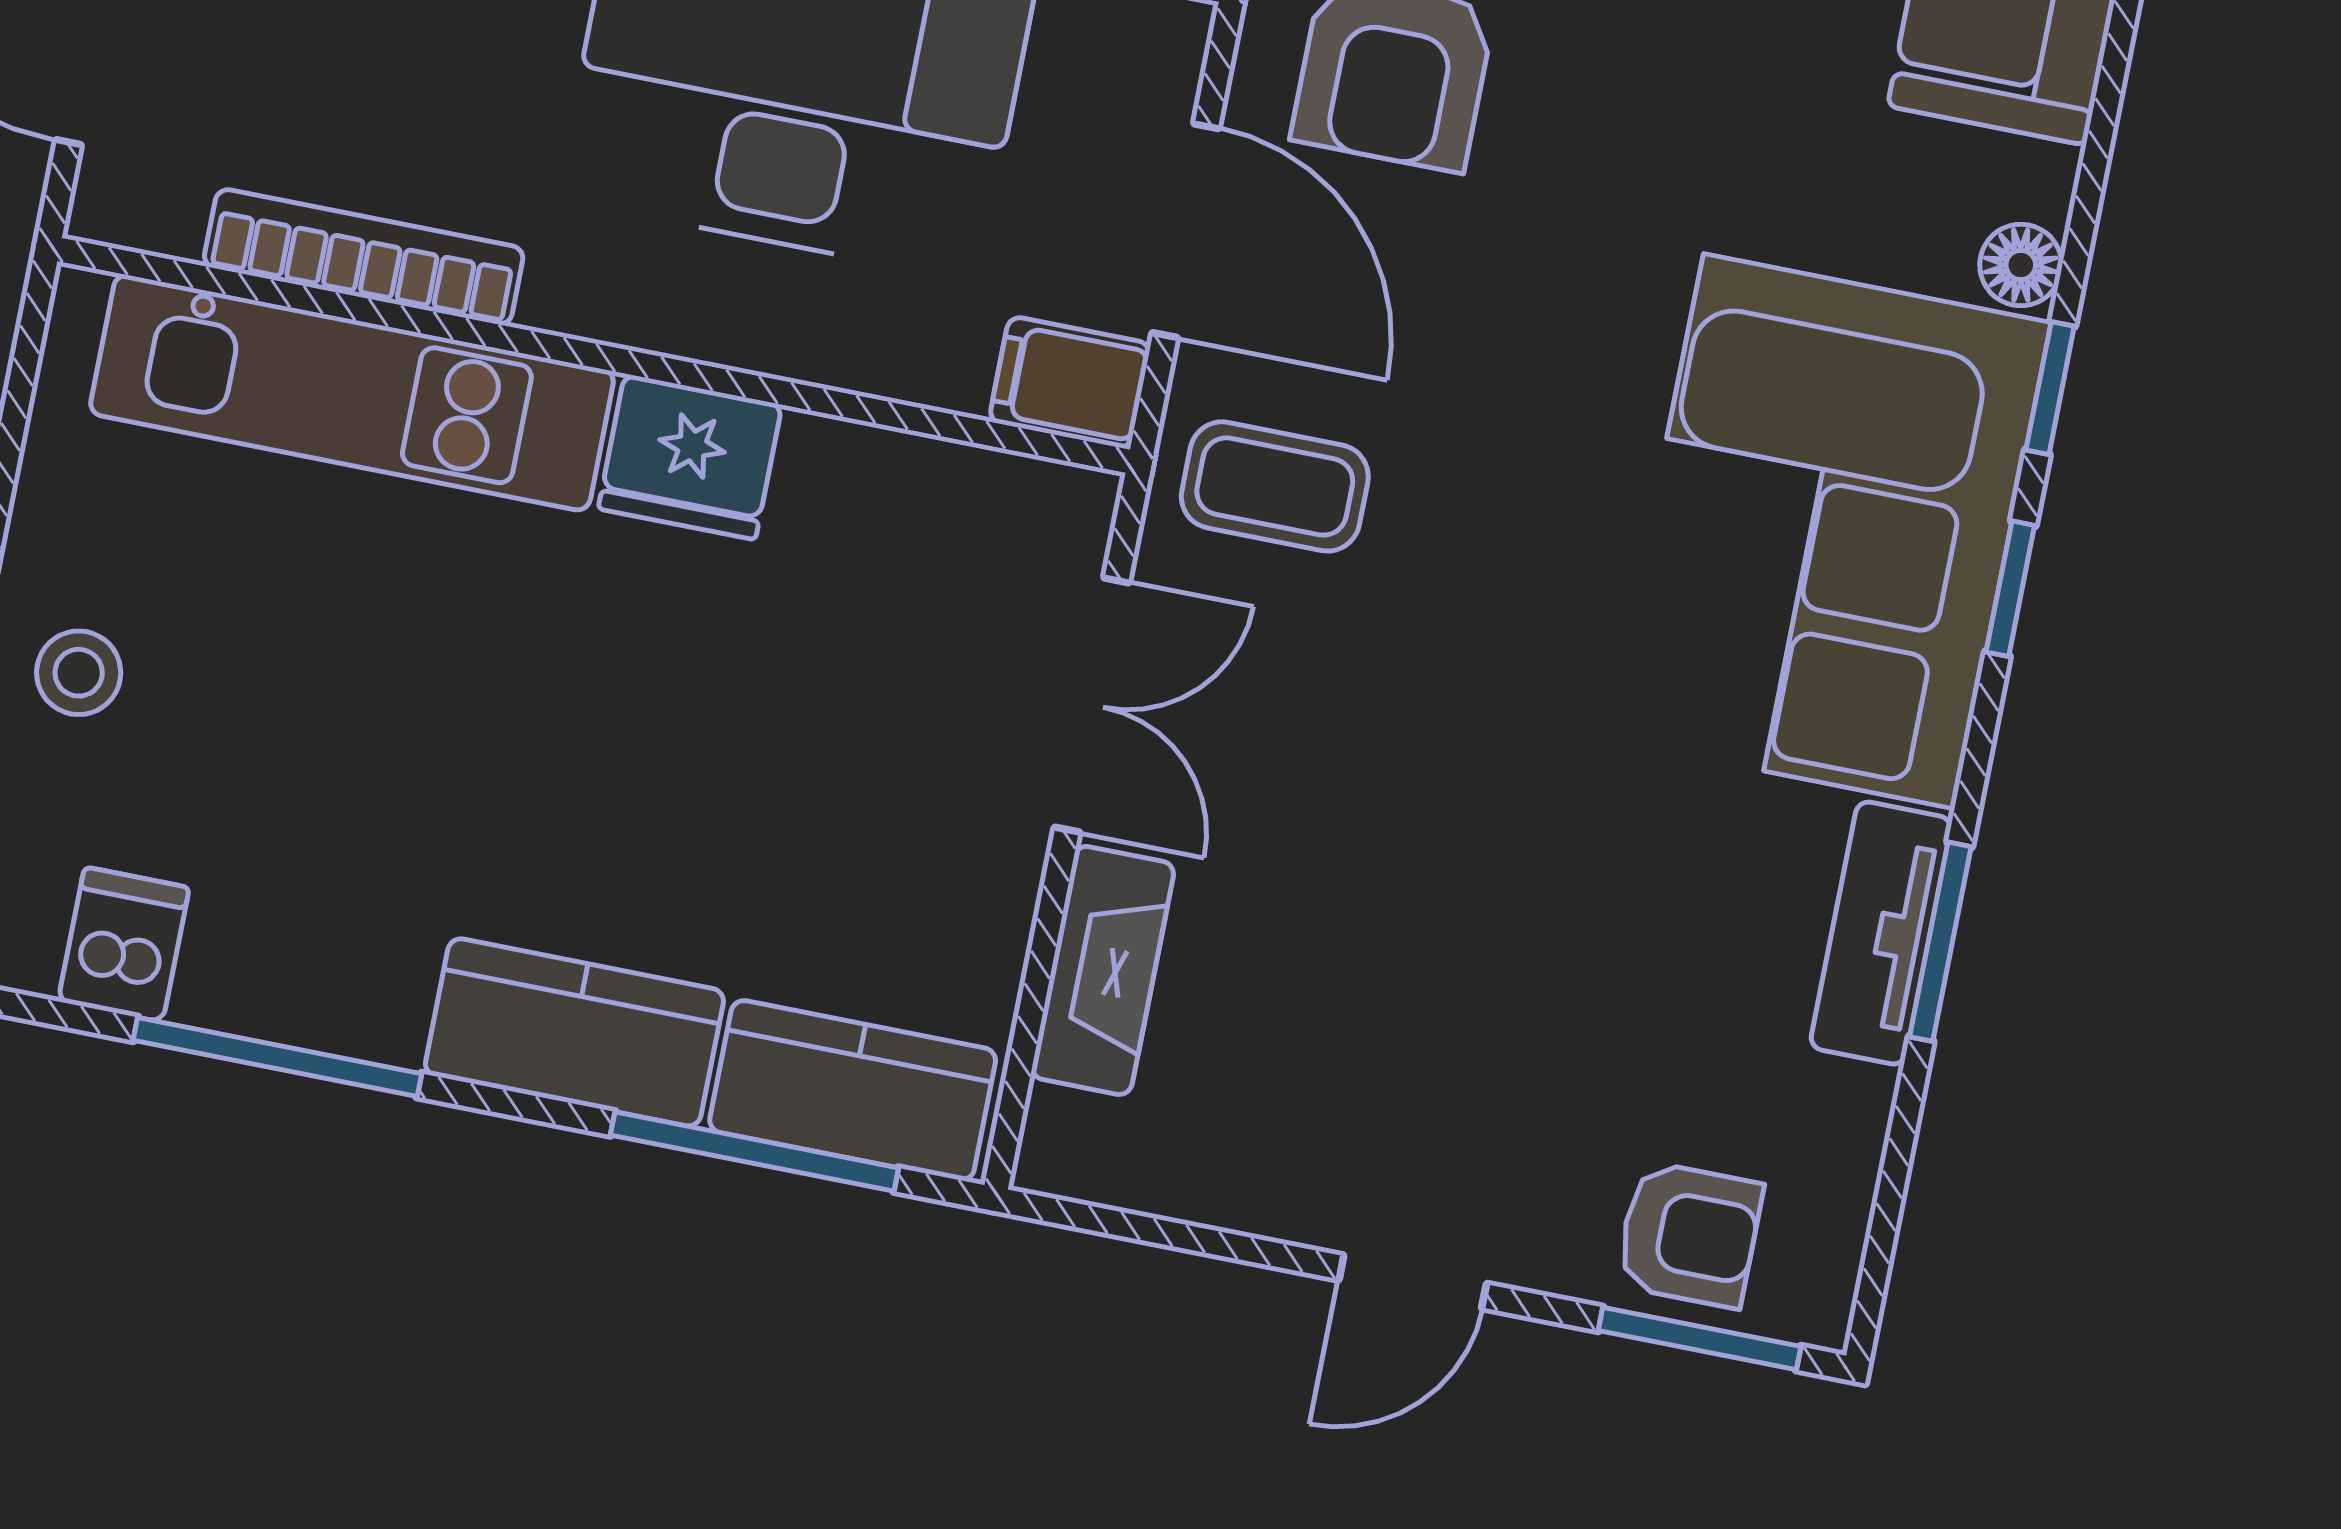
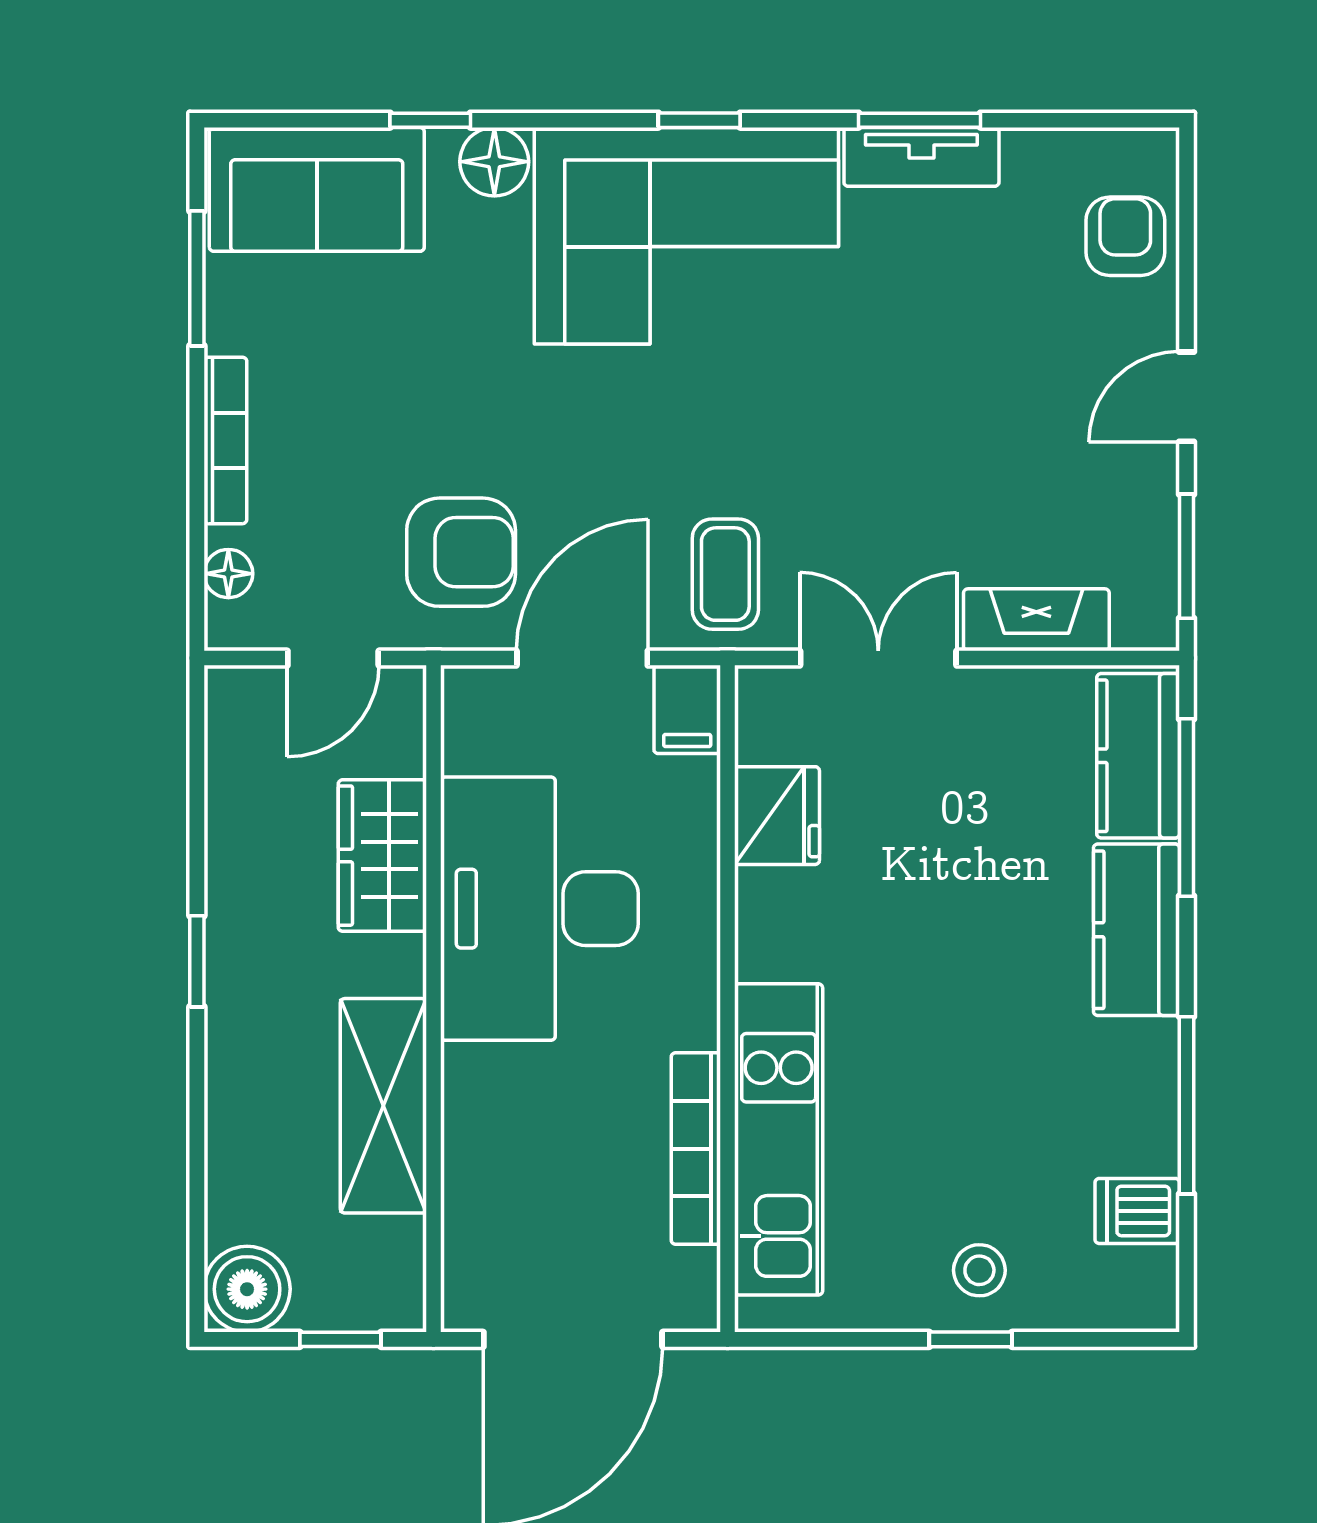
floor lamp: (2021, 265) -> (494, 162), width x1.37, depth x1.37
window: (2050, 388) -> (430, 120), moved
fridge: (690, 457) -> (777, 816), moved
door: (1413, 1282) -> (1187, 397), swing flipped
window: (1700, 1339) -> (1187, 556), moved

